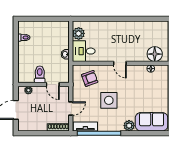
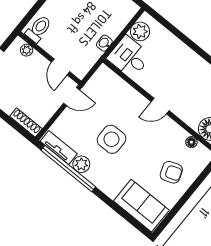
door: (120, 63) -> (160, 106), hinge flipped
toilet: (40, 74) -> (39, 29), moved
armchair: (90, 78) -> (171, 172), moved
door: (71, 109) -> (72, 97), moved
plant: (129, 126) -> (81, 164), moved

